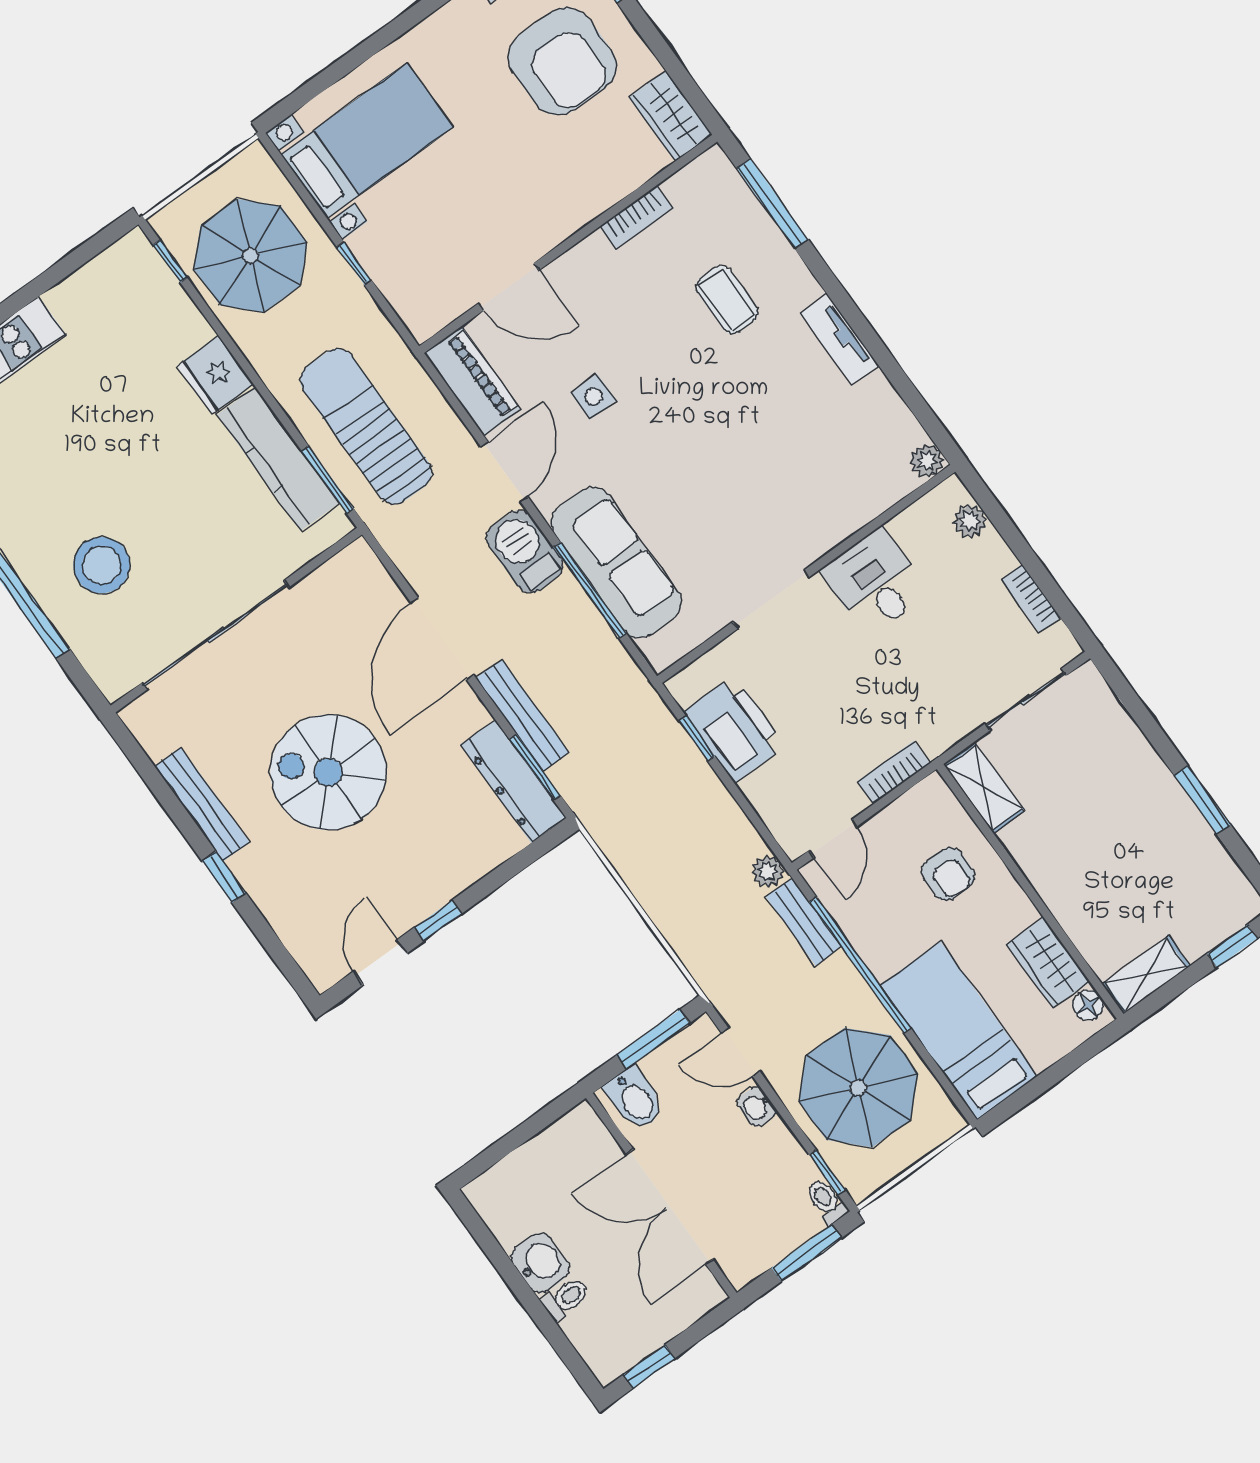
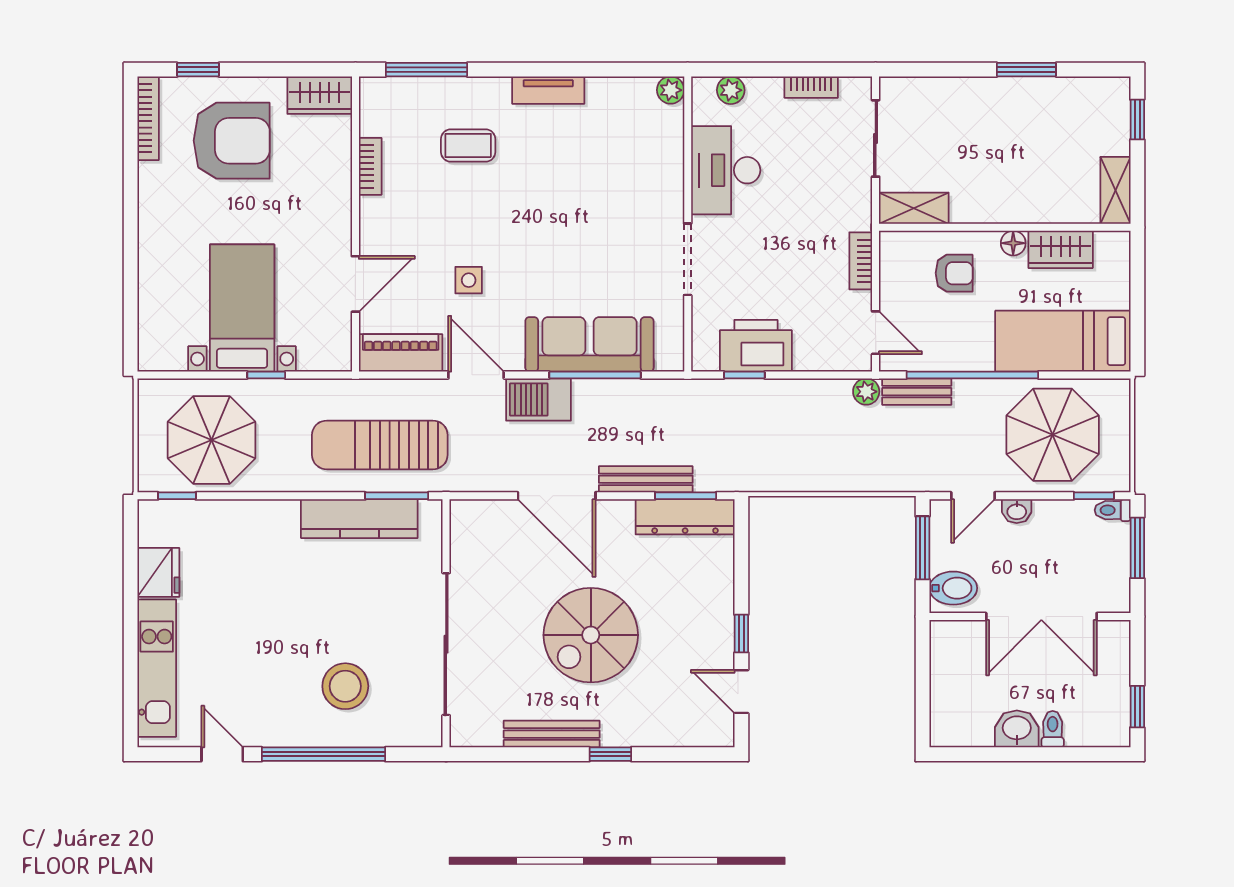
bed with nightstands: (367, 141) -> (242, 308), moved
fridge: (215, 375) -> (158, 572), moved, turned -90
desk: (875, 582) -> (726, 170), width x1.37
floor lamp: (1088, 1005) -> (1013, 243), moved

